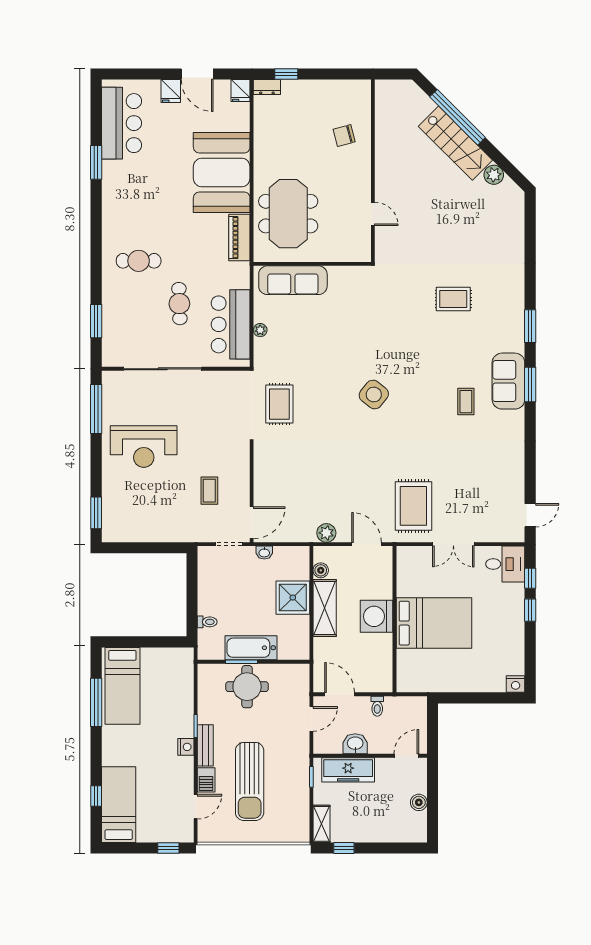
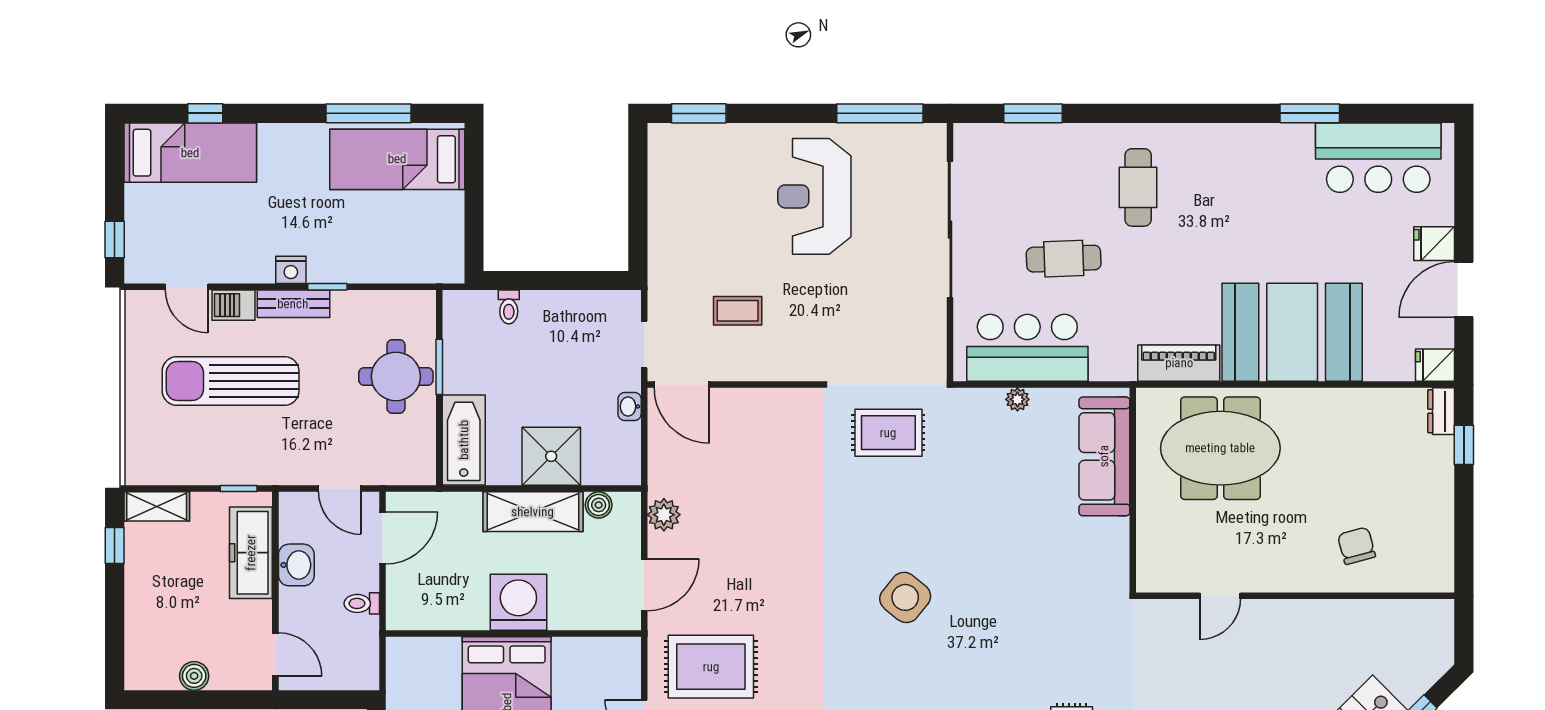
bathtub: (251, 648) -> (464, 440), moved

